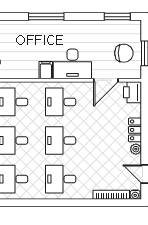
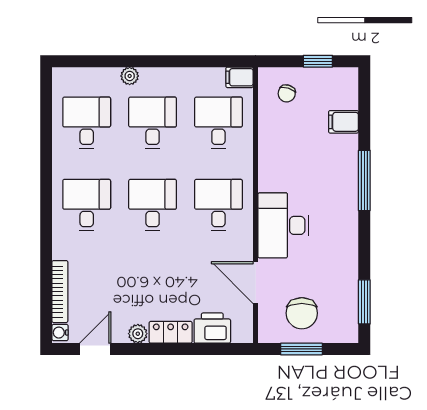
filing cabinet: (46, 70) -> (344, 122), moved, turned 180
printer: (133, 92) -> (212, 328), moved

